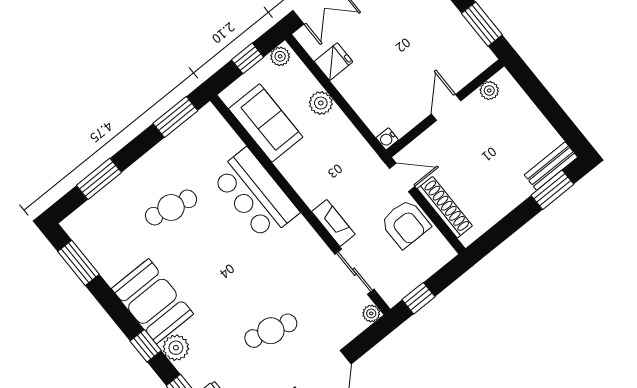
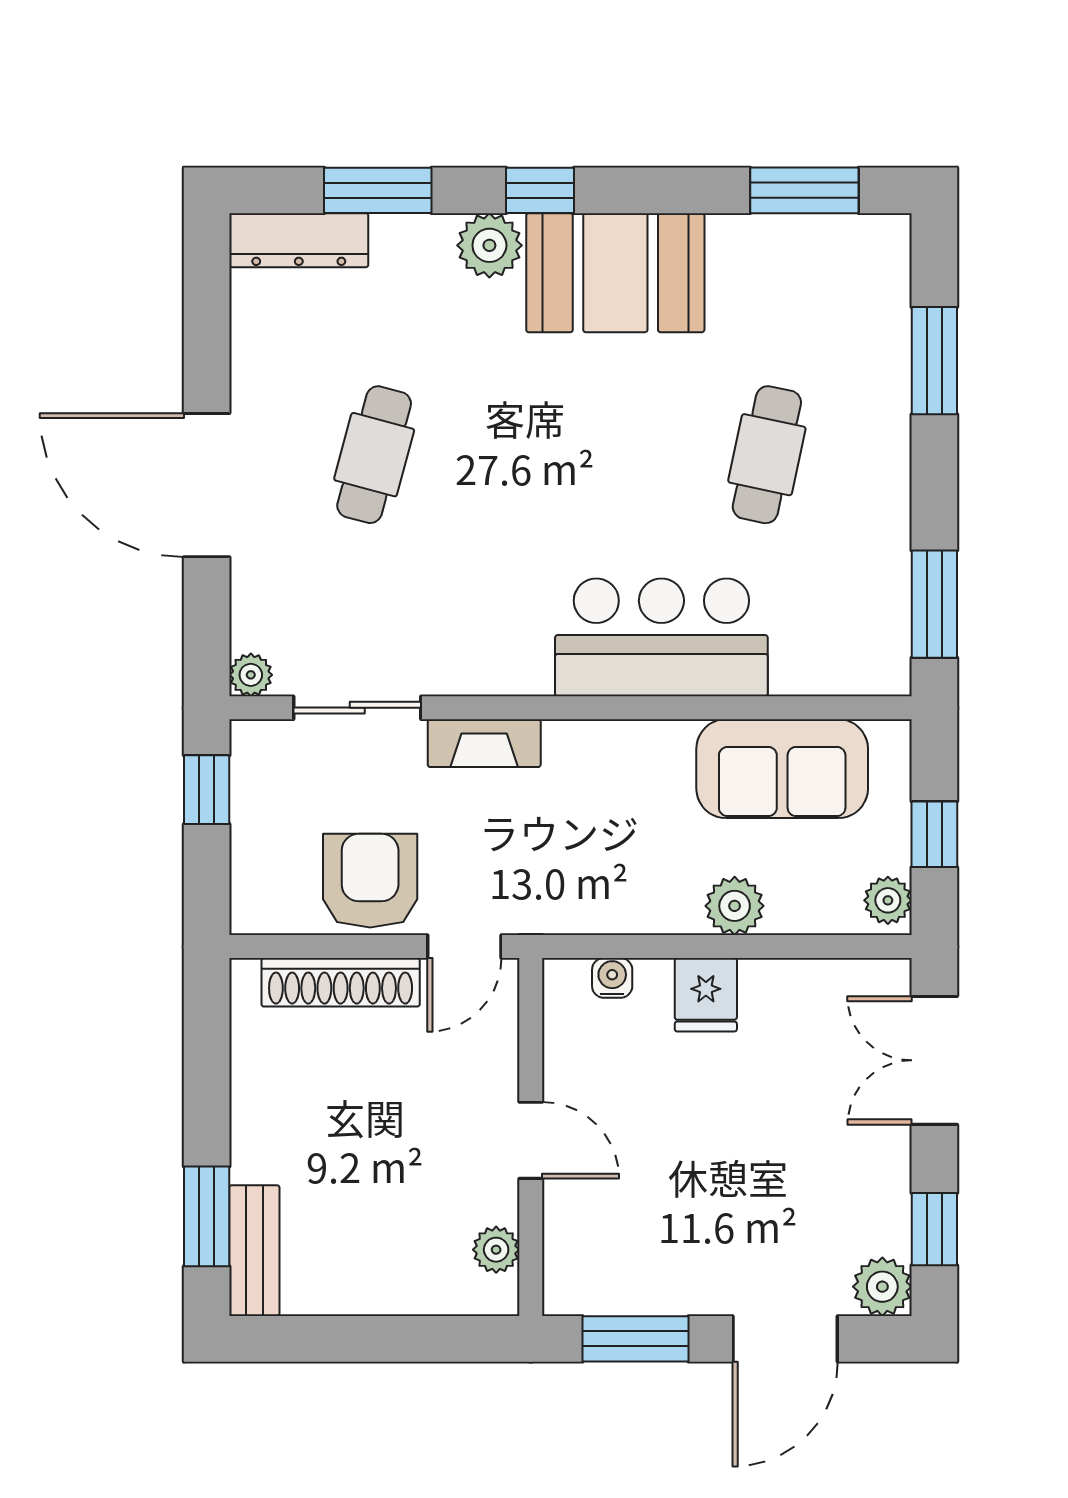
fridge: (333, 62) -> (706, 995), moved
water cooler: (387, 139) -> (612, 978), moved
armchair: (406, 224) -> (370, 881), turned 90

